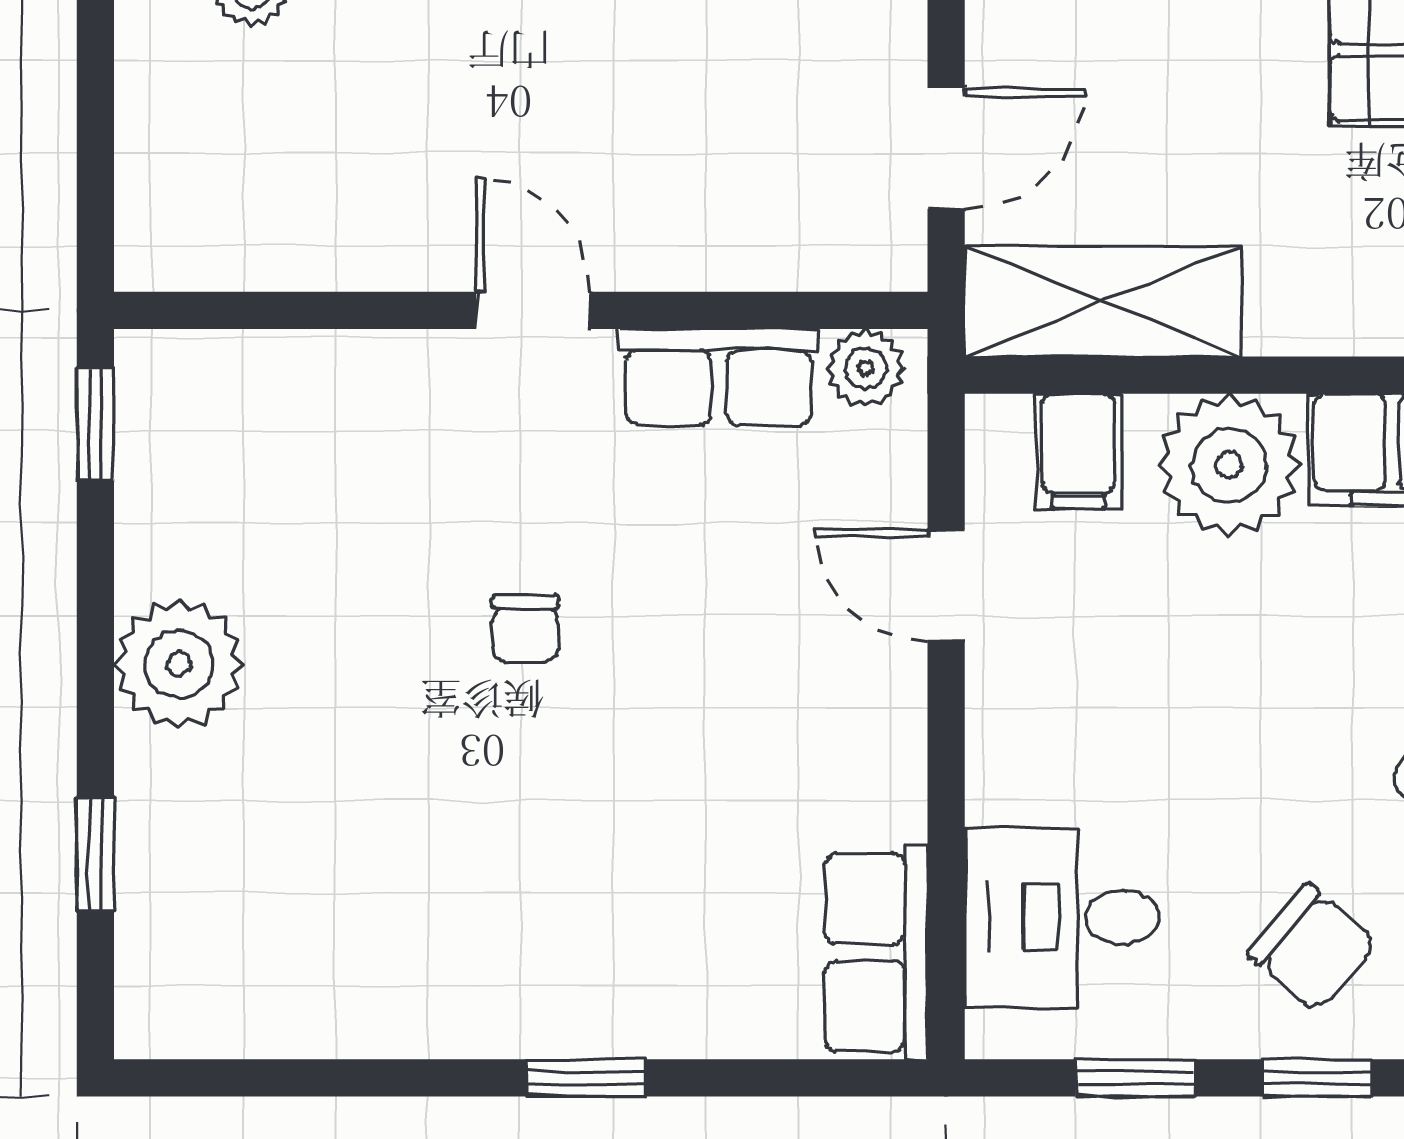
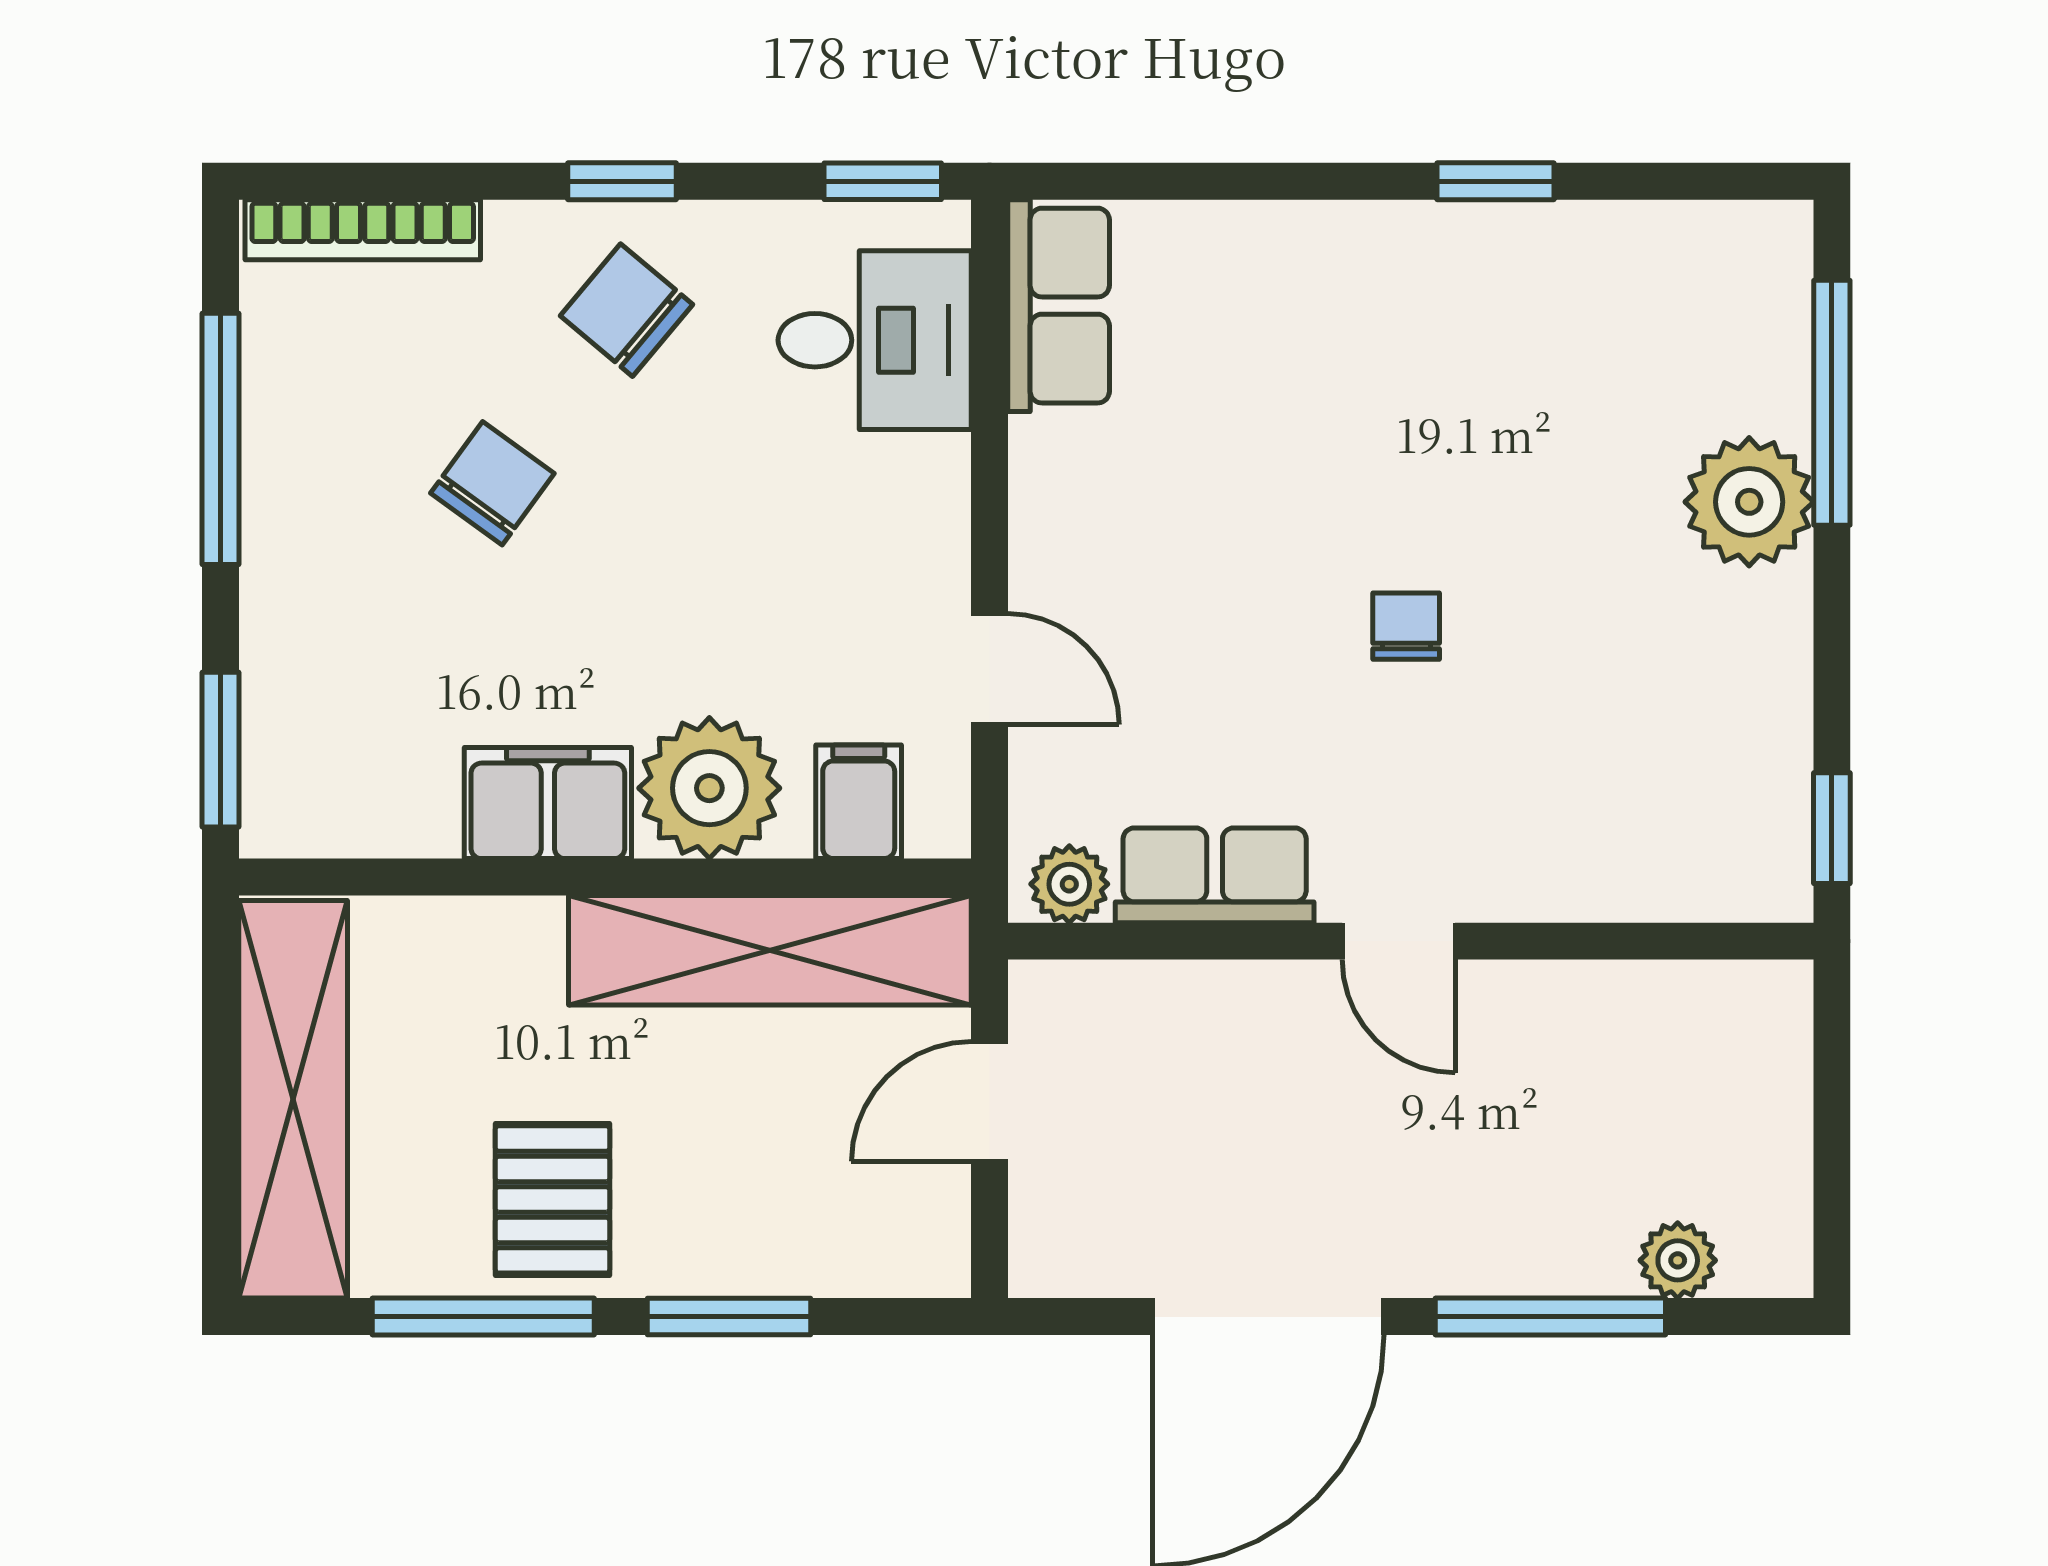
shelving: (1103, 301) -> (770, 950), width x1.47
plant: (179, 664) -> (1749, 502), moved
window: (95, 854) -> (1832, 403), width x2.17
window: (586, 1078) -> (1496, 181), moved
window: (1135, 1078) -> (883, 181), moved

